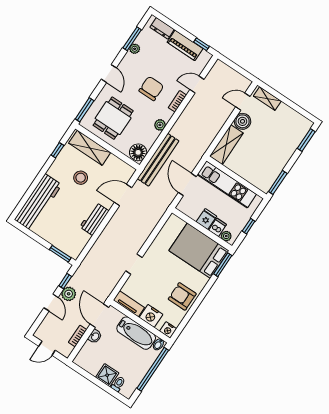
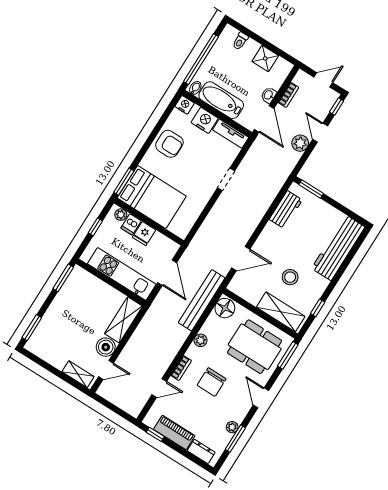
dining table: (113, 118) -> (255, 347), width x1.38
workbench: (94, 219) -> (286, 210), moved
window: (65, 281) -> (337, 107), moved
shower: (107, 375) -> (265, 58), moved

